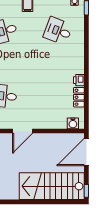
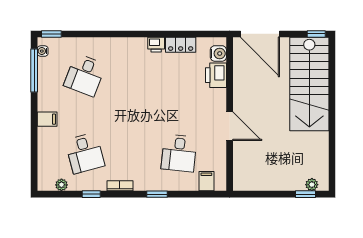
printer: (58, 122) -> (216, 75), added

